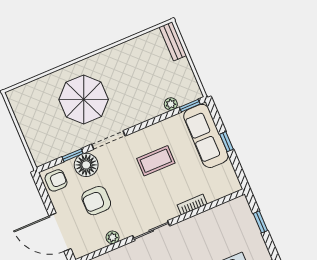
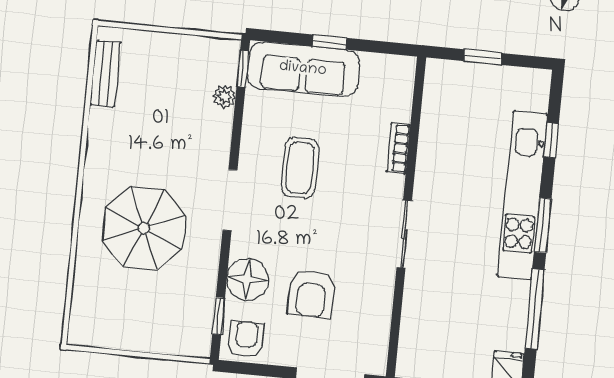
bench: (173, 41) -> (105, 74), moved, turned 90
doorway: (108, 140) -> (230, 200), moved
window: (73, 155) -> (219, 316), moved
plant: (113, 237) -> (382, 300), removed

